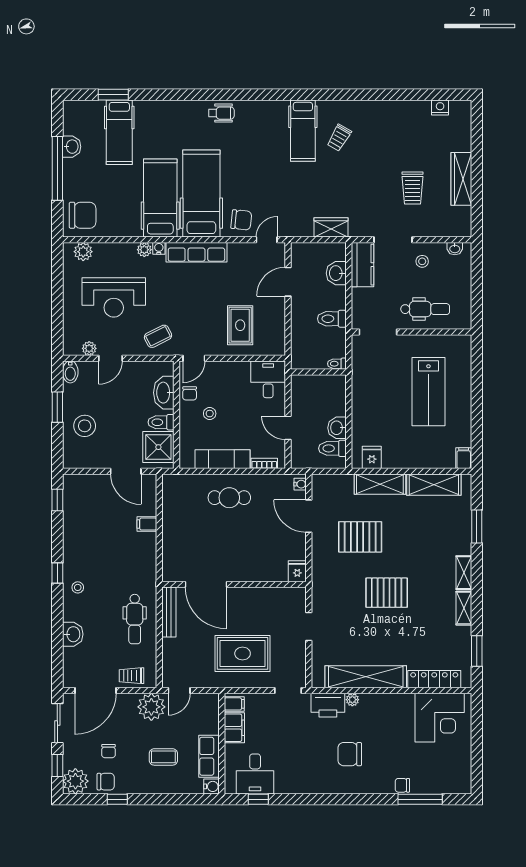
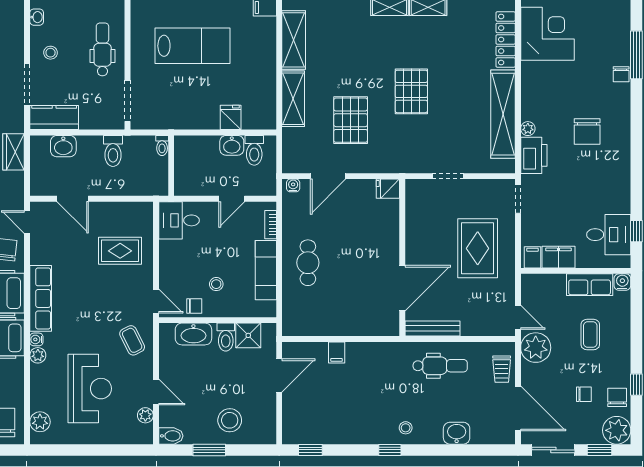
shower: (158, 447) -> (248, 335), width x0.73, depth x0.73
fridge: (372, 457) -> (231, 117), moved, turned 90

